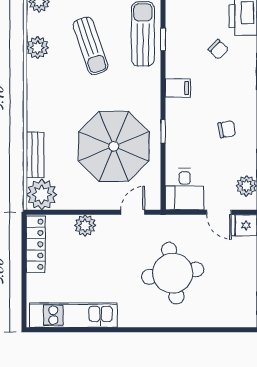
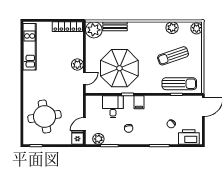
filing cabinet: (178, 88) -> (139, 102), moved
desk: (185, 189) -> (113, 107), moved, turned 90
door: (133, 212) -> (84, 78), hinge flipped
plant: (85, 225) -> (77, 65), moved
round table: (173, 273) -> (45, 117), moved

